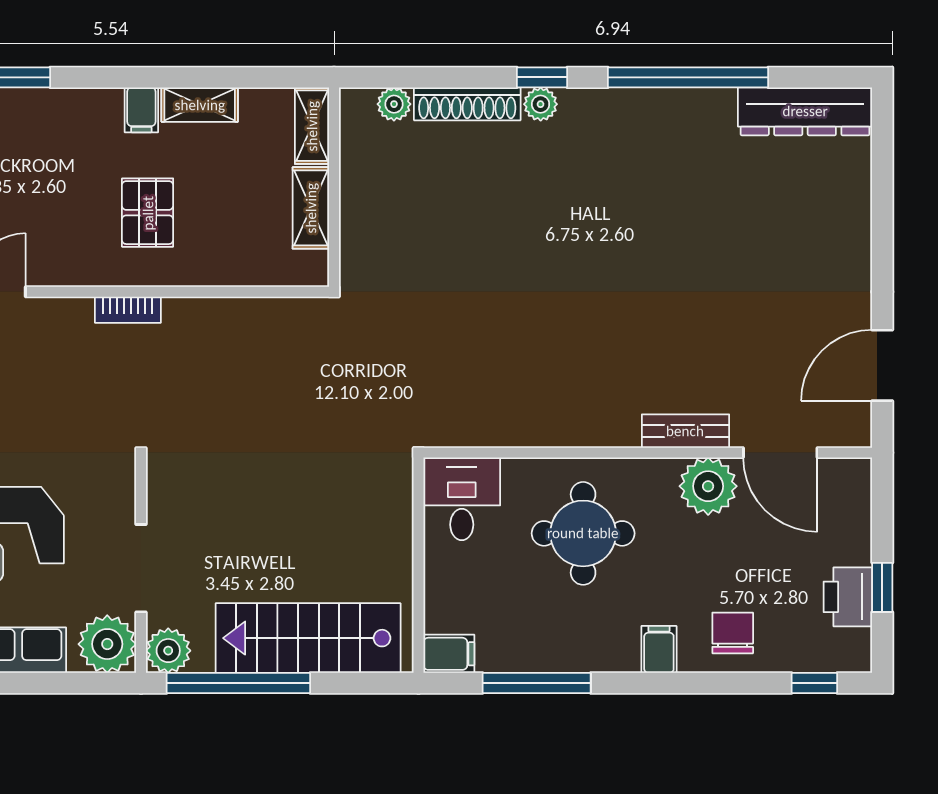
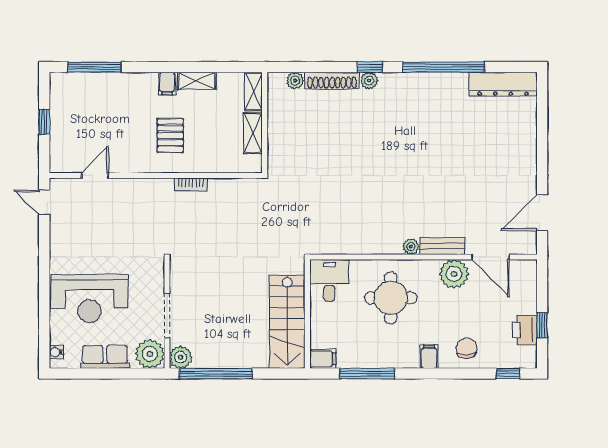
bookcase: (128, 310) -> (191, 185), moved
plant: (623, 432) -> (411, 247), added
stairs: (308, 638) -> (287, 322), moved, turned -90

